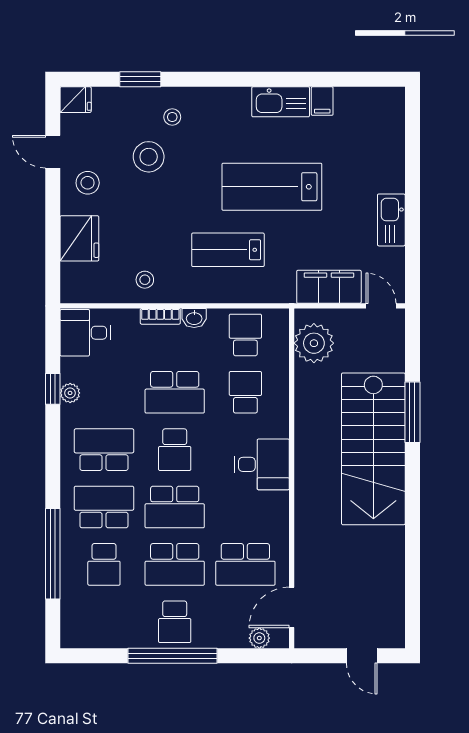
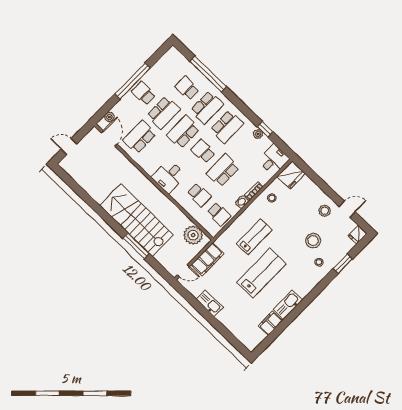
filing cabinet: (322, 101) -> (270, 323), width x2.00
fridge: (79, 238) -> (291, 175), moved, turned -90
school desk: (175, 564) -> (163, 113), turned 180

